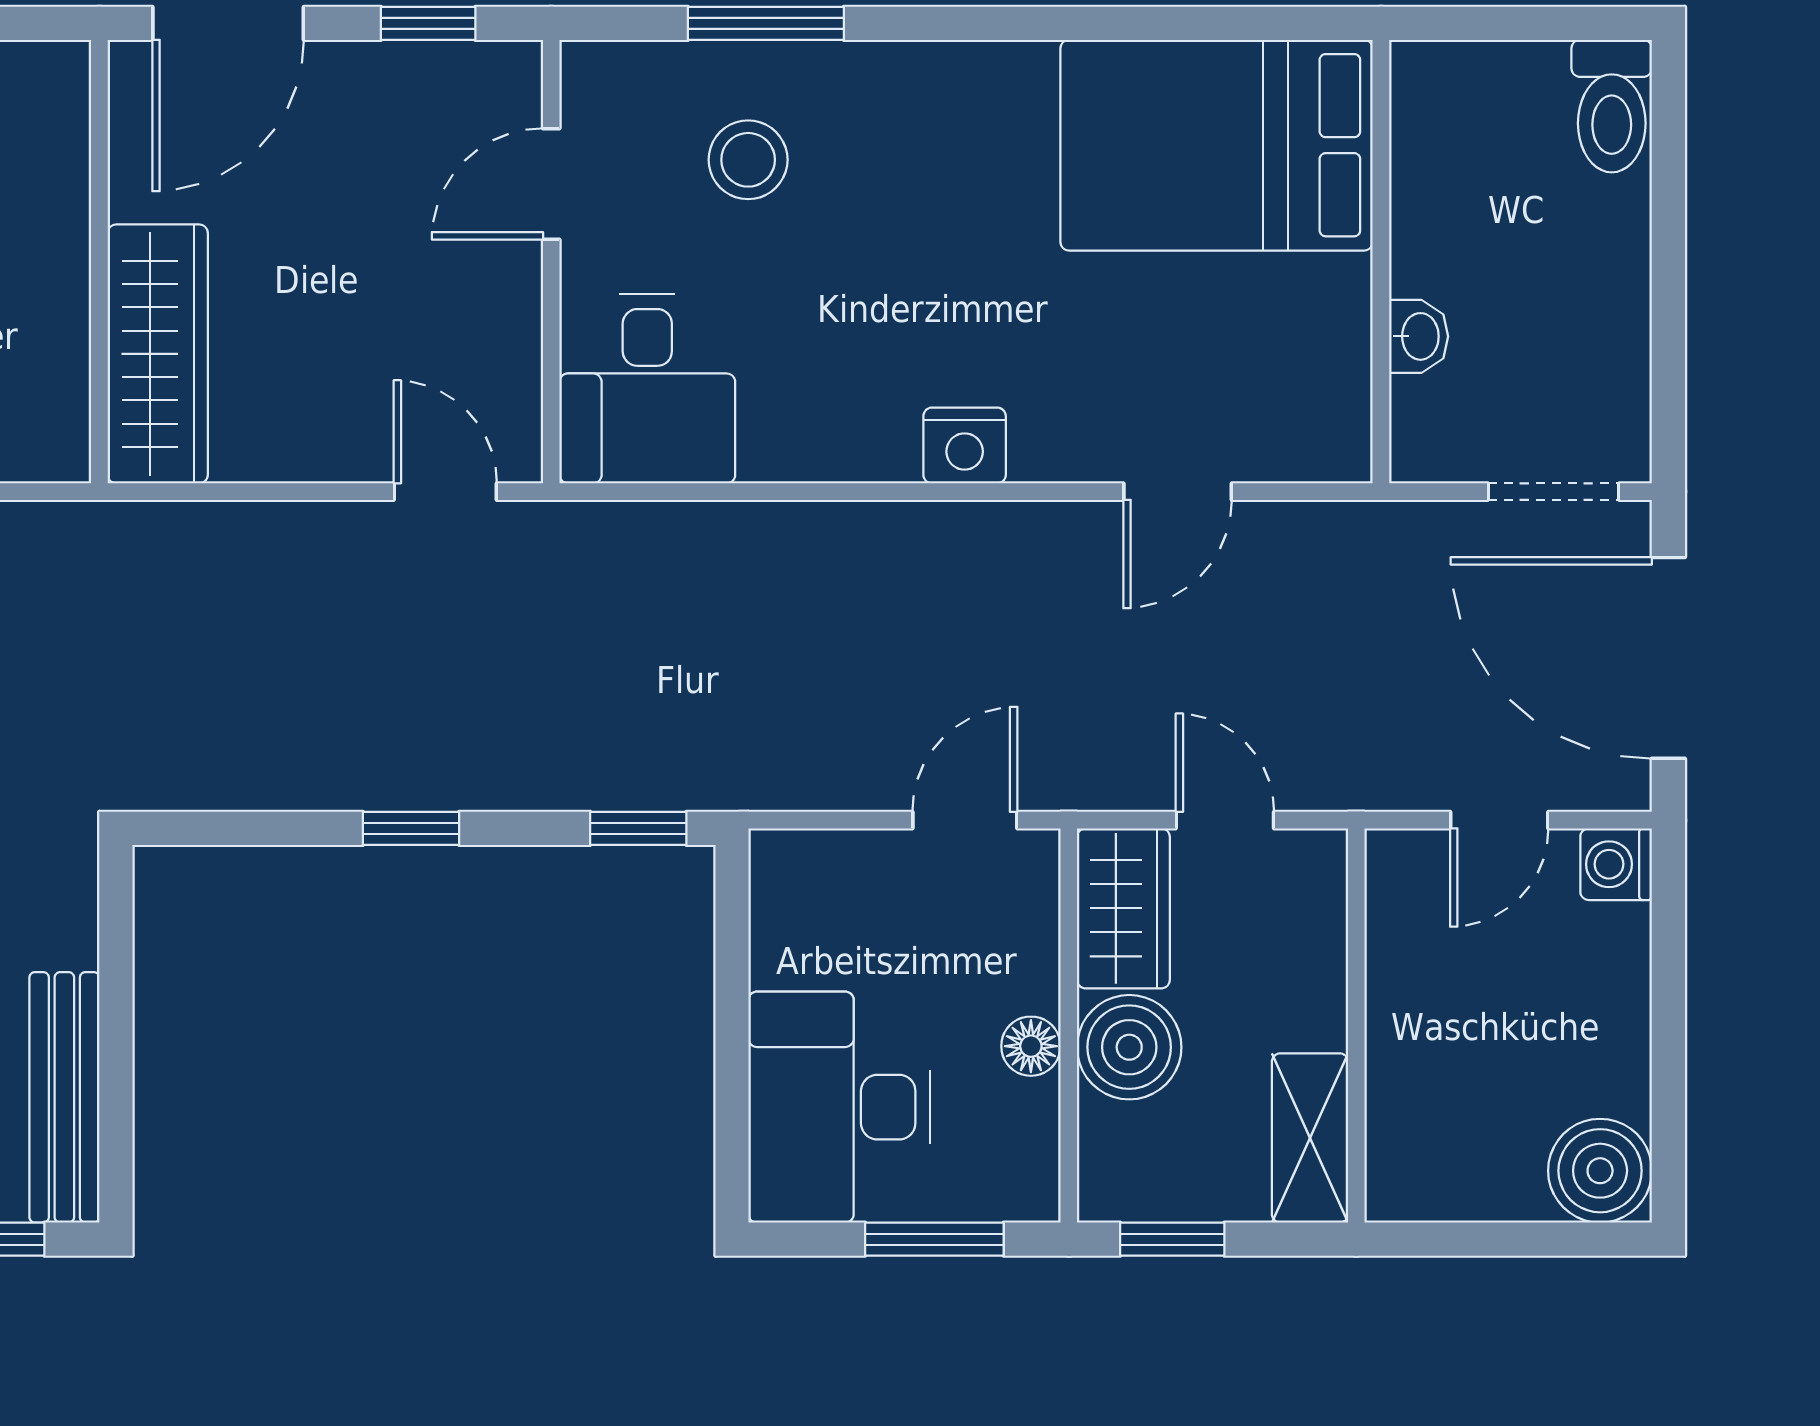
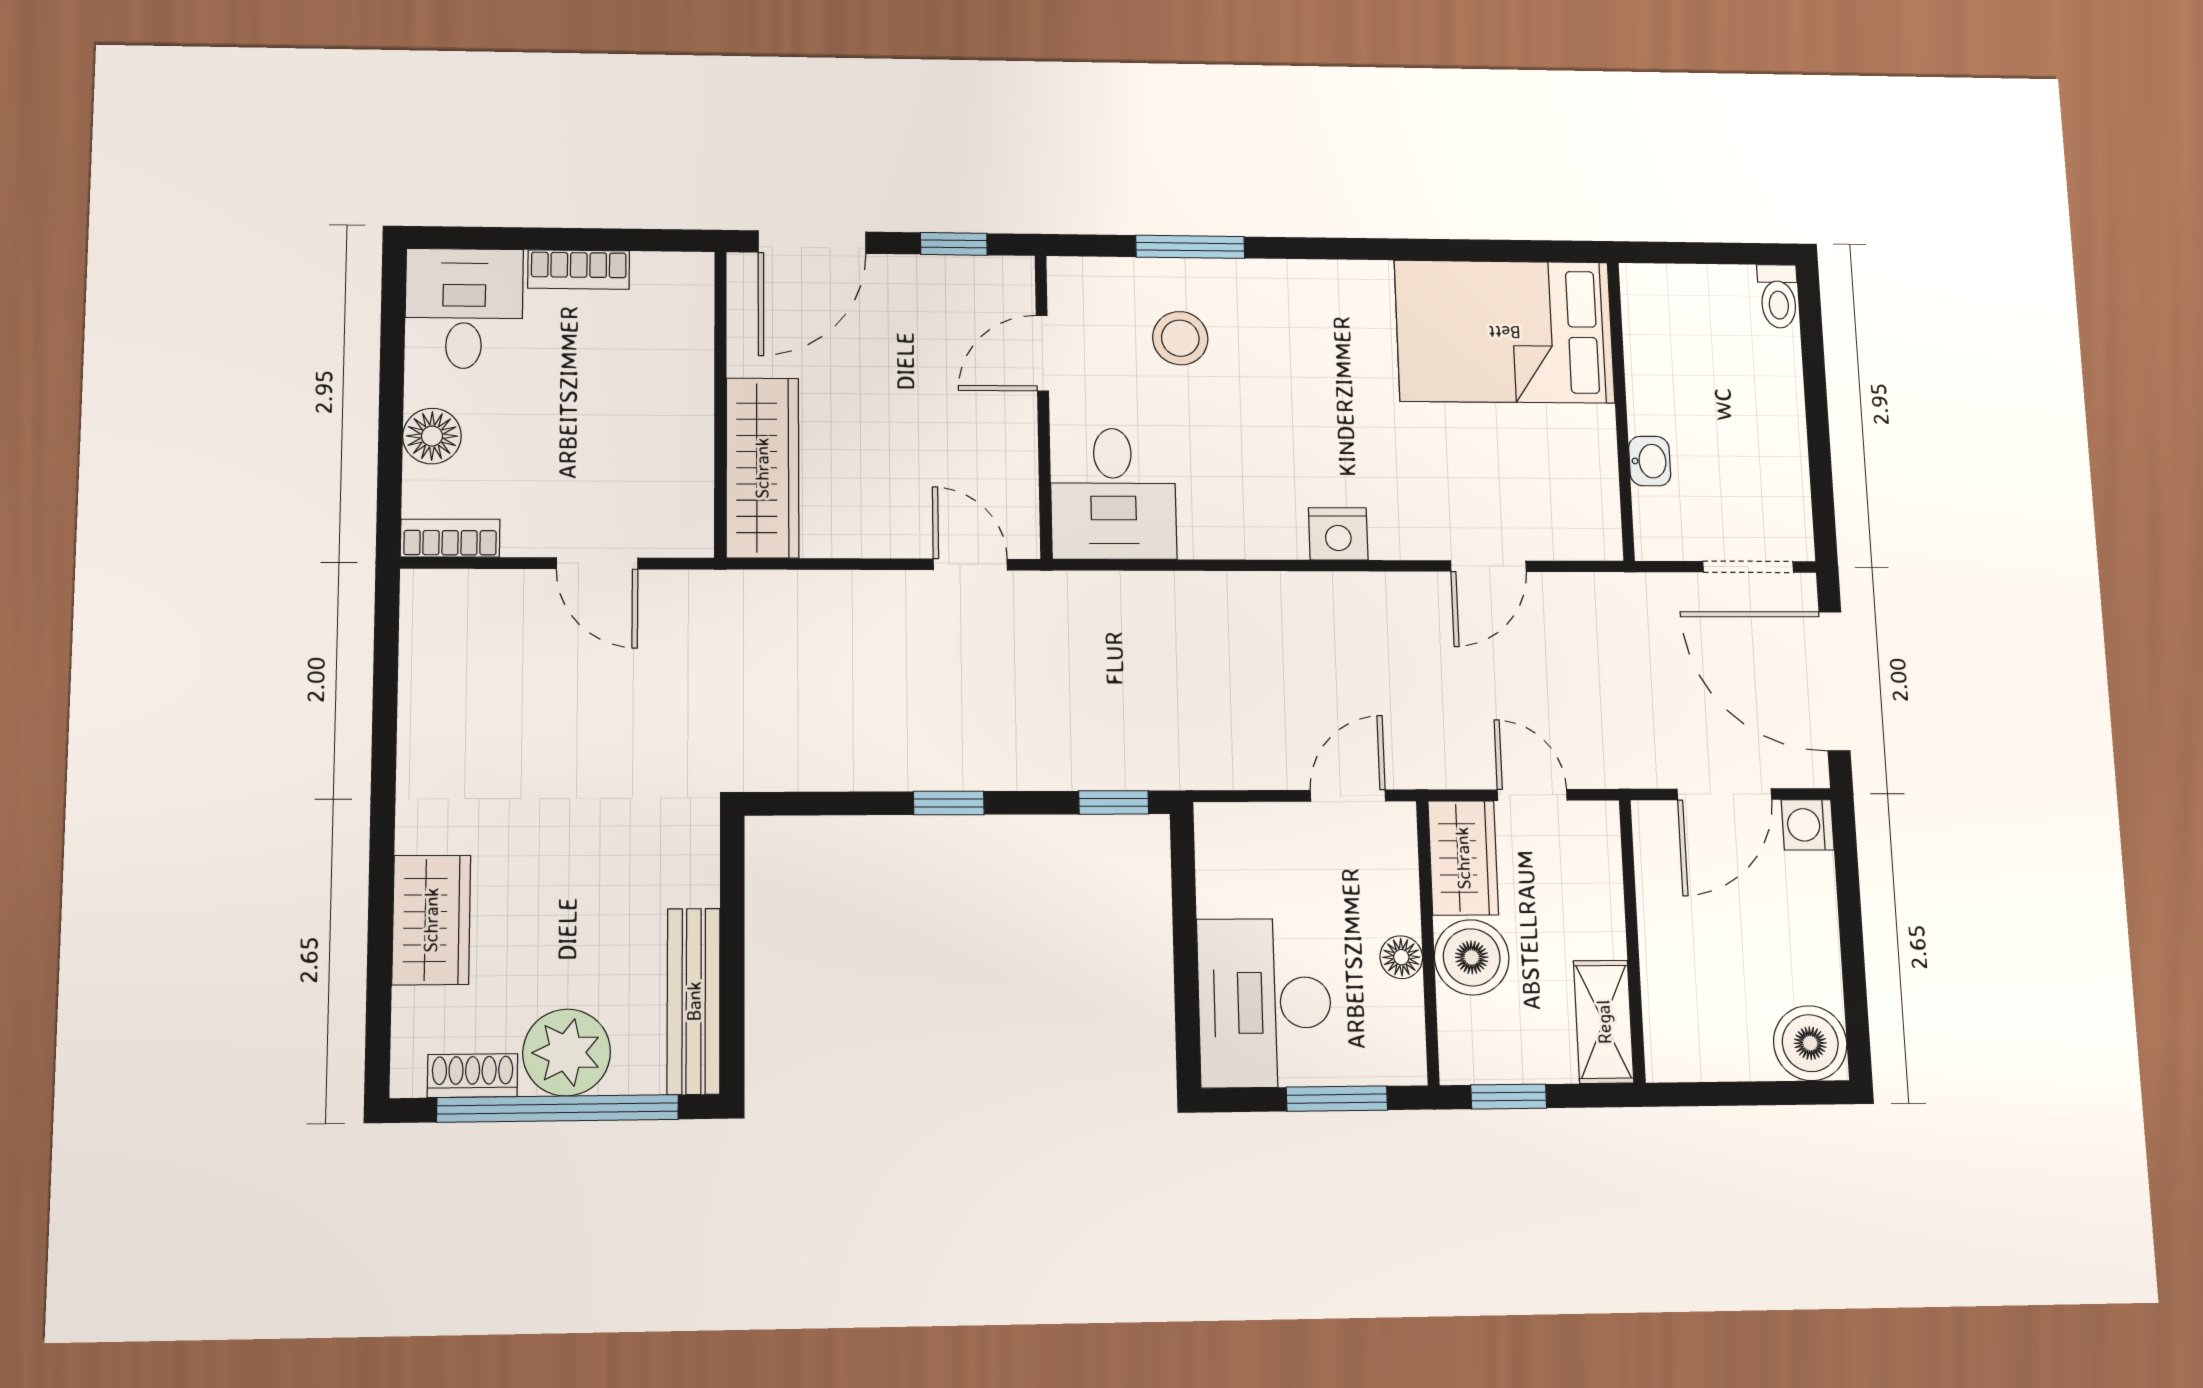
toilet: (1612, 106) -> (1778, 296), width x0.73, depth x0.72
door: (1499, 820) -> (1724, 794), width x1.38

